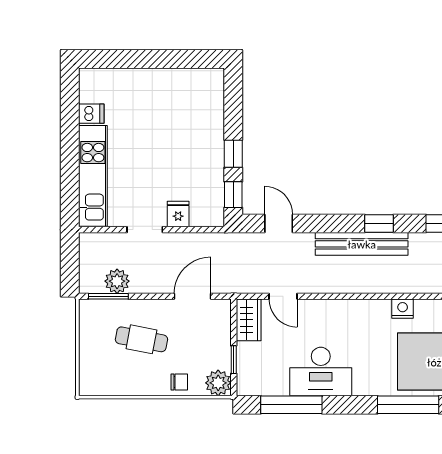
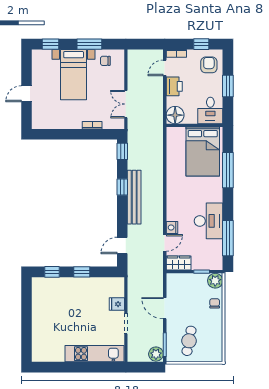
dishwasher: (91, 114) -> (58, 355), removed
window: (233, 195) -> (52, 272), moved
plant: (117, 281) -> (156, 354), moved
door: (193, 296) -> (165, 308), moved
nightstand: (403, 309) -> (172, 228), moved
cafe table: (141, 339) -> (189, 341), moved

